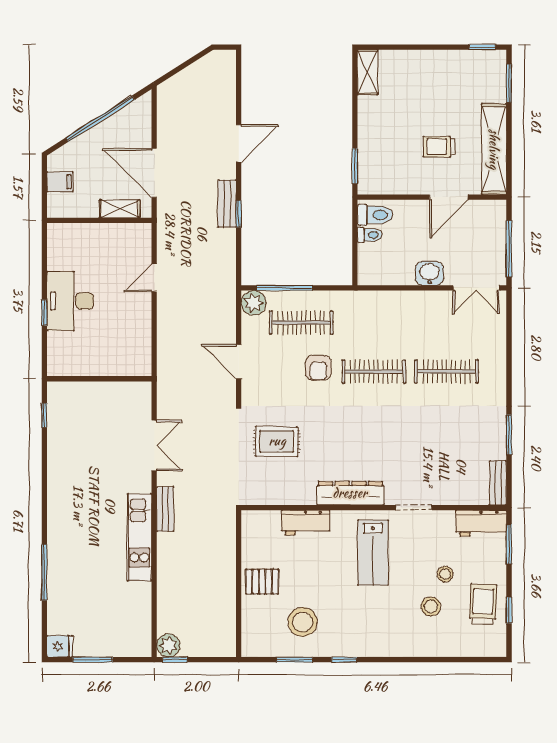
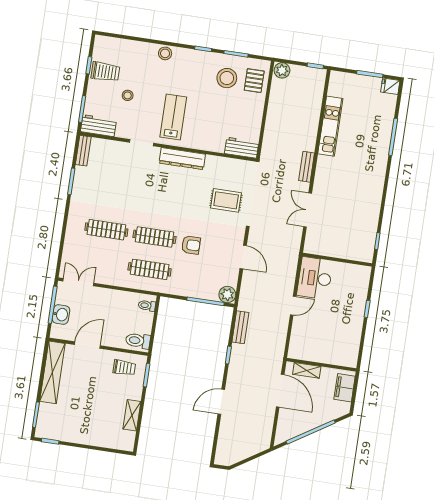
shelving: (367, 72) -> (132, 415), moved
trolley: (439, 147) -> (124, 368), moved
filing cabinet: (60, 182) -> (345, 388), width x2.00
bench: (227, 204) -> (240, 327), moved
toilet: (370, 235) -> (147, 306), moved
washbasin: (429, 273) -> (61, 314), moved, turned -90
door: (154, 278) -> (293, 306), moved
desk: (70, 301) -> (315, 278), moved, turned 180
clothes rail: (301, 323) -> (150, 269), moved
armchair: (318, 368) -> (191, 245), turned 90
workbench: (306, 523) -> (242, 148), moved
kitchen unit: (139, 537) -> (330, 126), moved
pallet: (262, 582) -> (254, 81), moved, turned 90
trolley: (483, 604) -> (105, 72), turned -92
stool: (431, 606) -> (165, 53), moved
plant: (168, 645) -> (282, 70), moved

